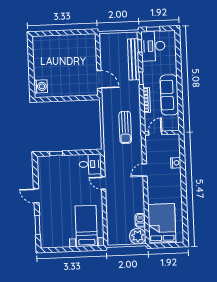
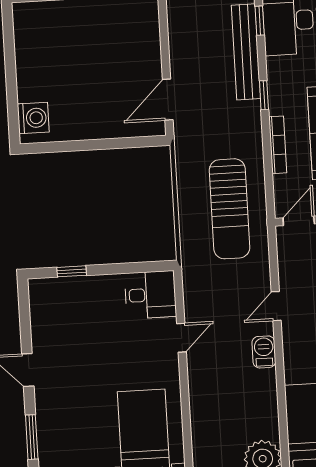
door: (99, 80) -> (168, 100), swing flipped
sun lounger: (125, 127) -> (230, 209), width x1.36, depth x1.34
door: (103, 183) -> (181, 338), swing flipped
barbecue: (140, 220) -> (264, 352), moved

